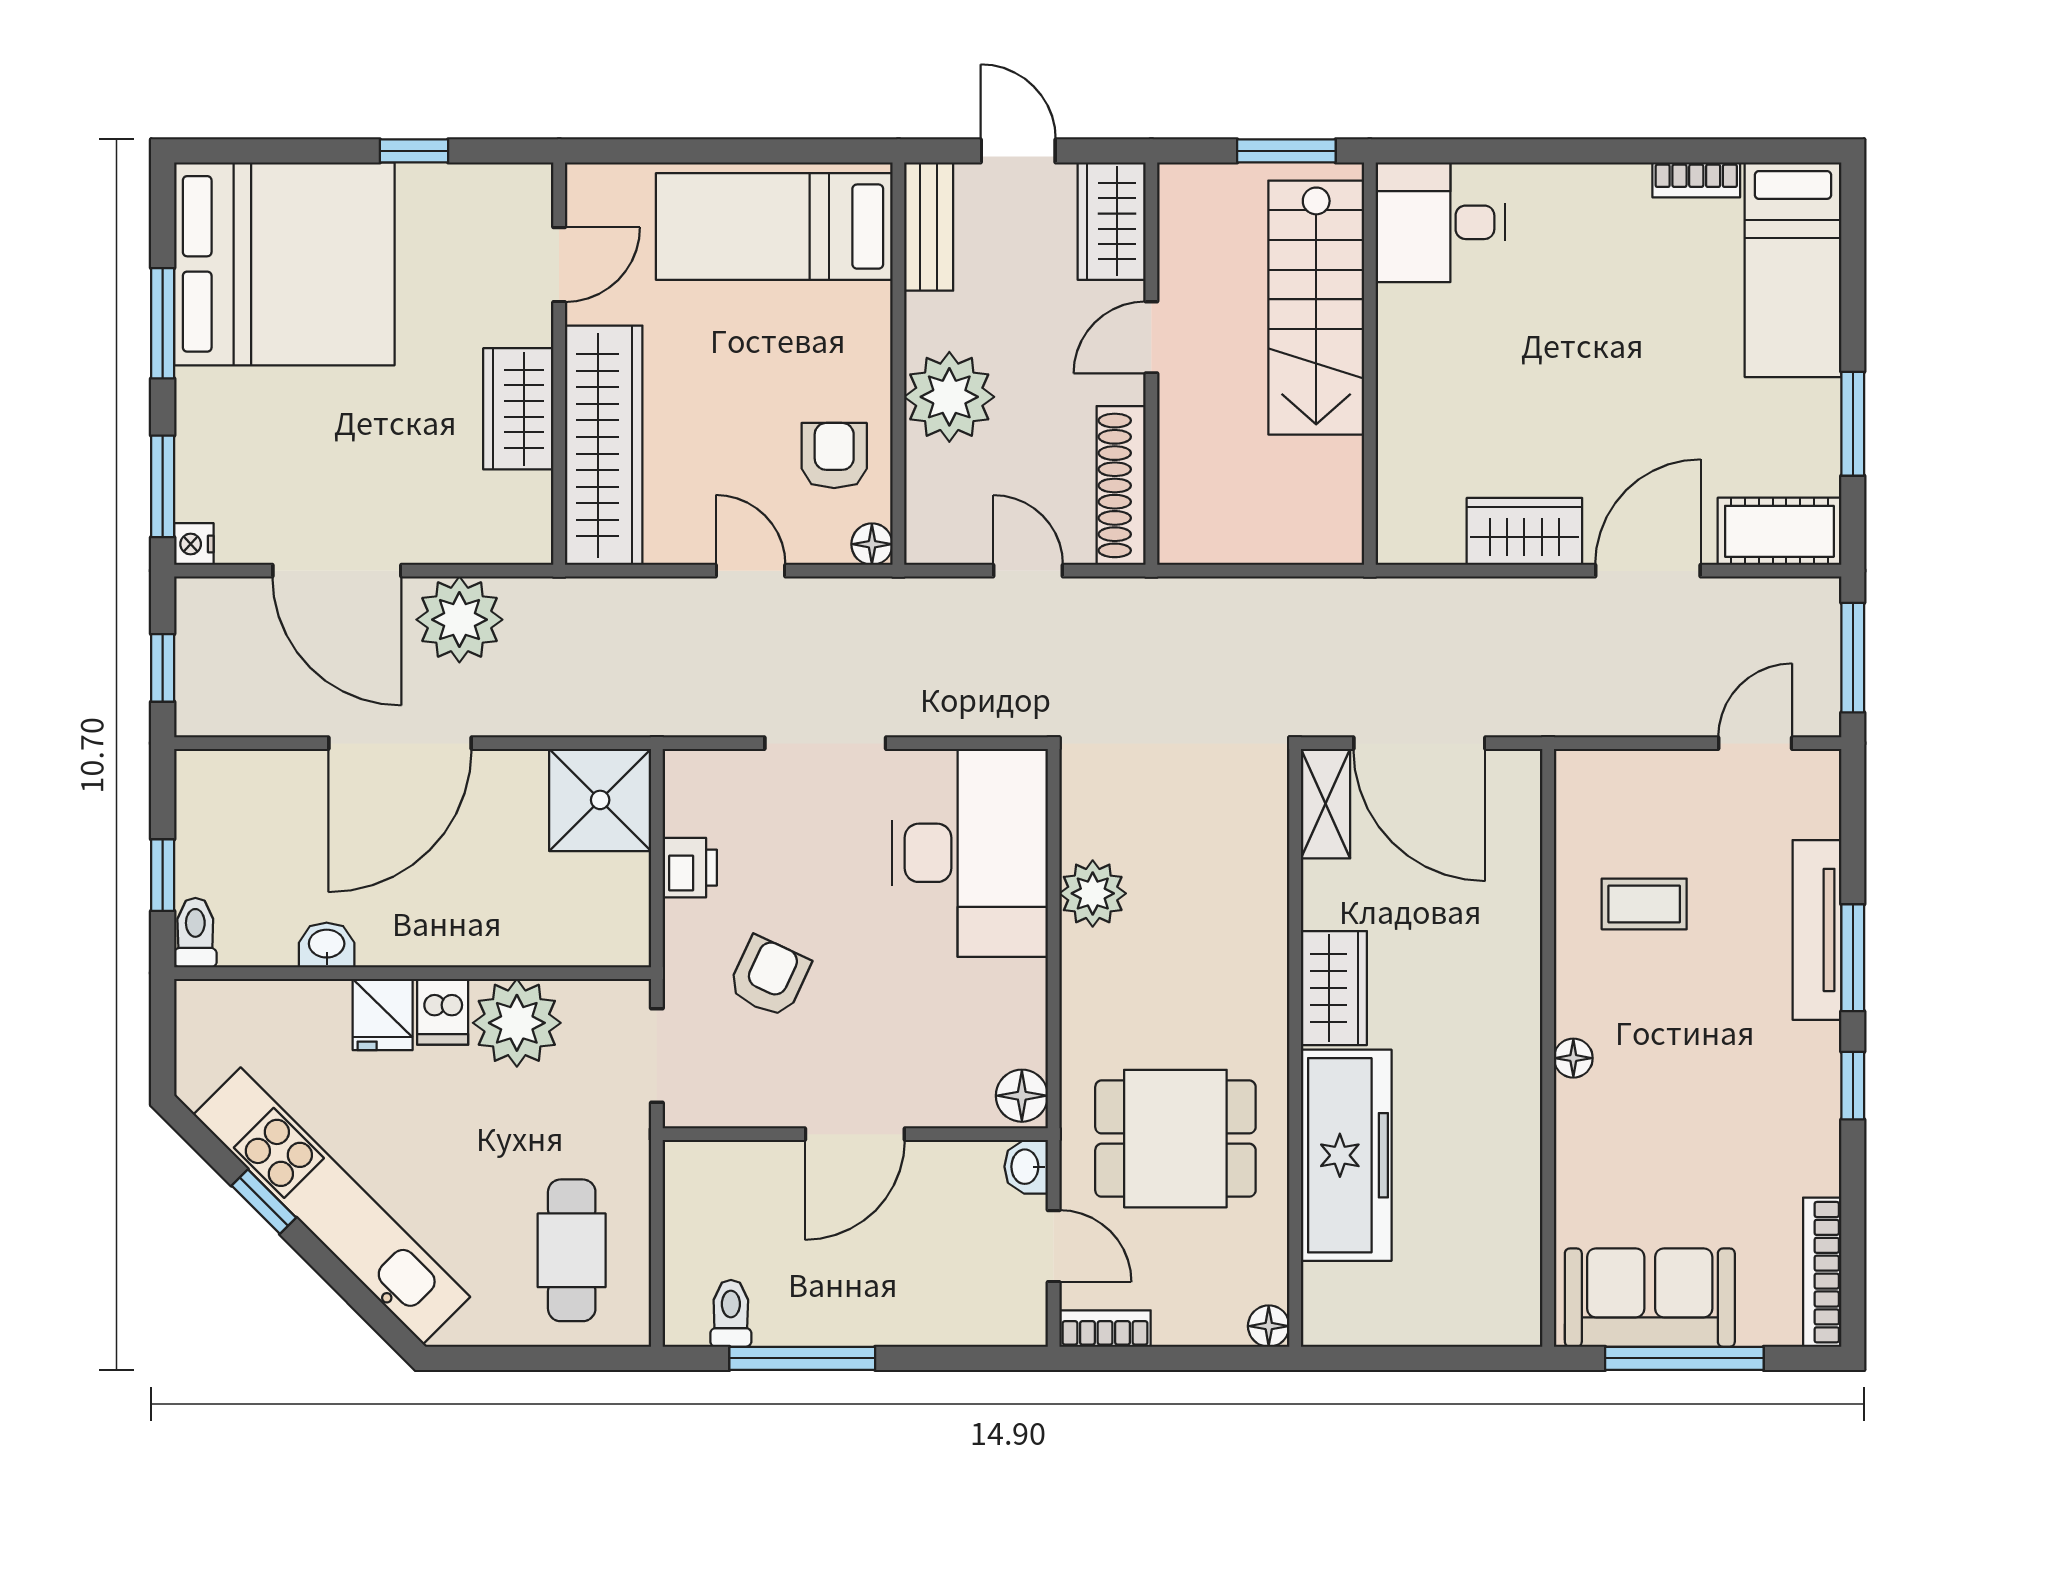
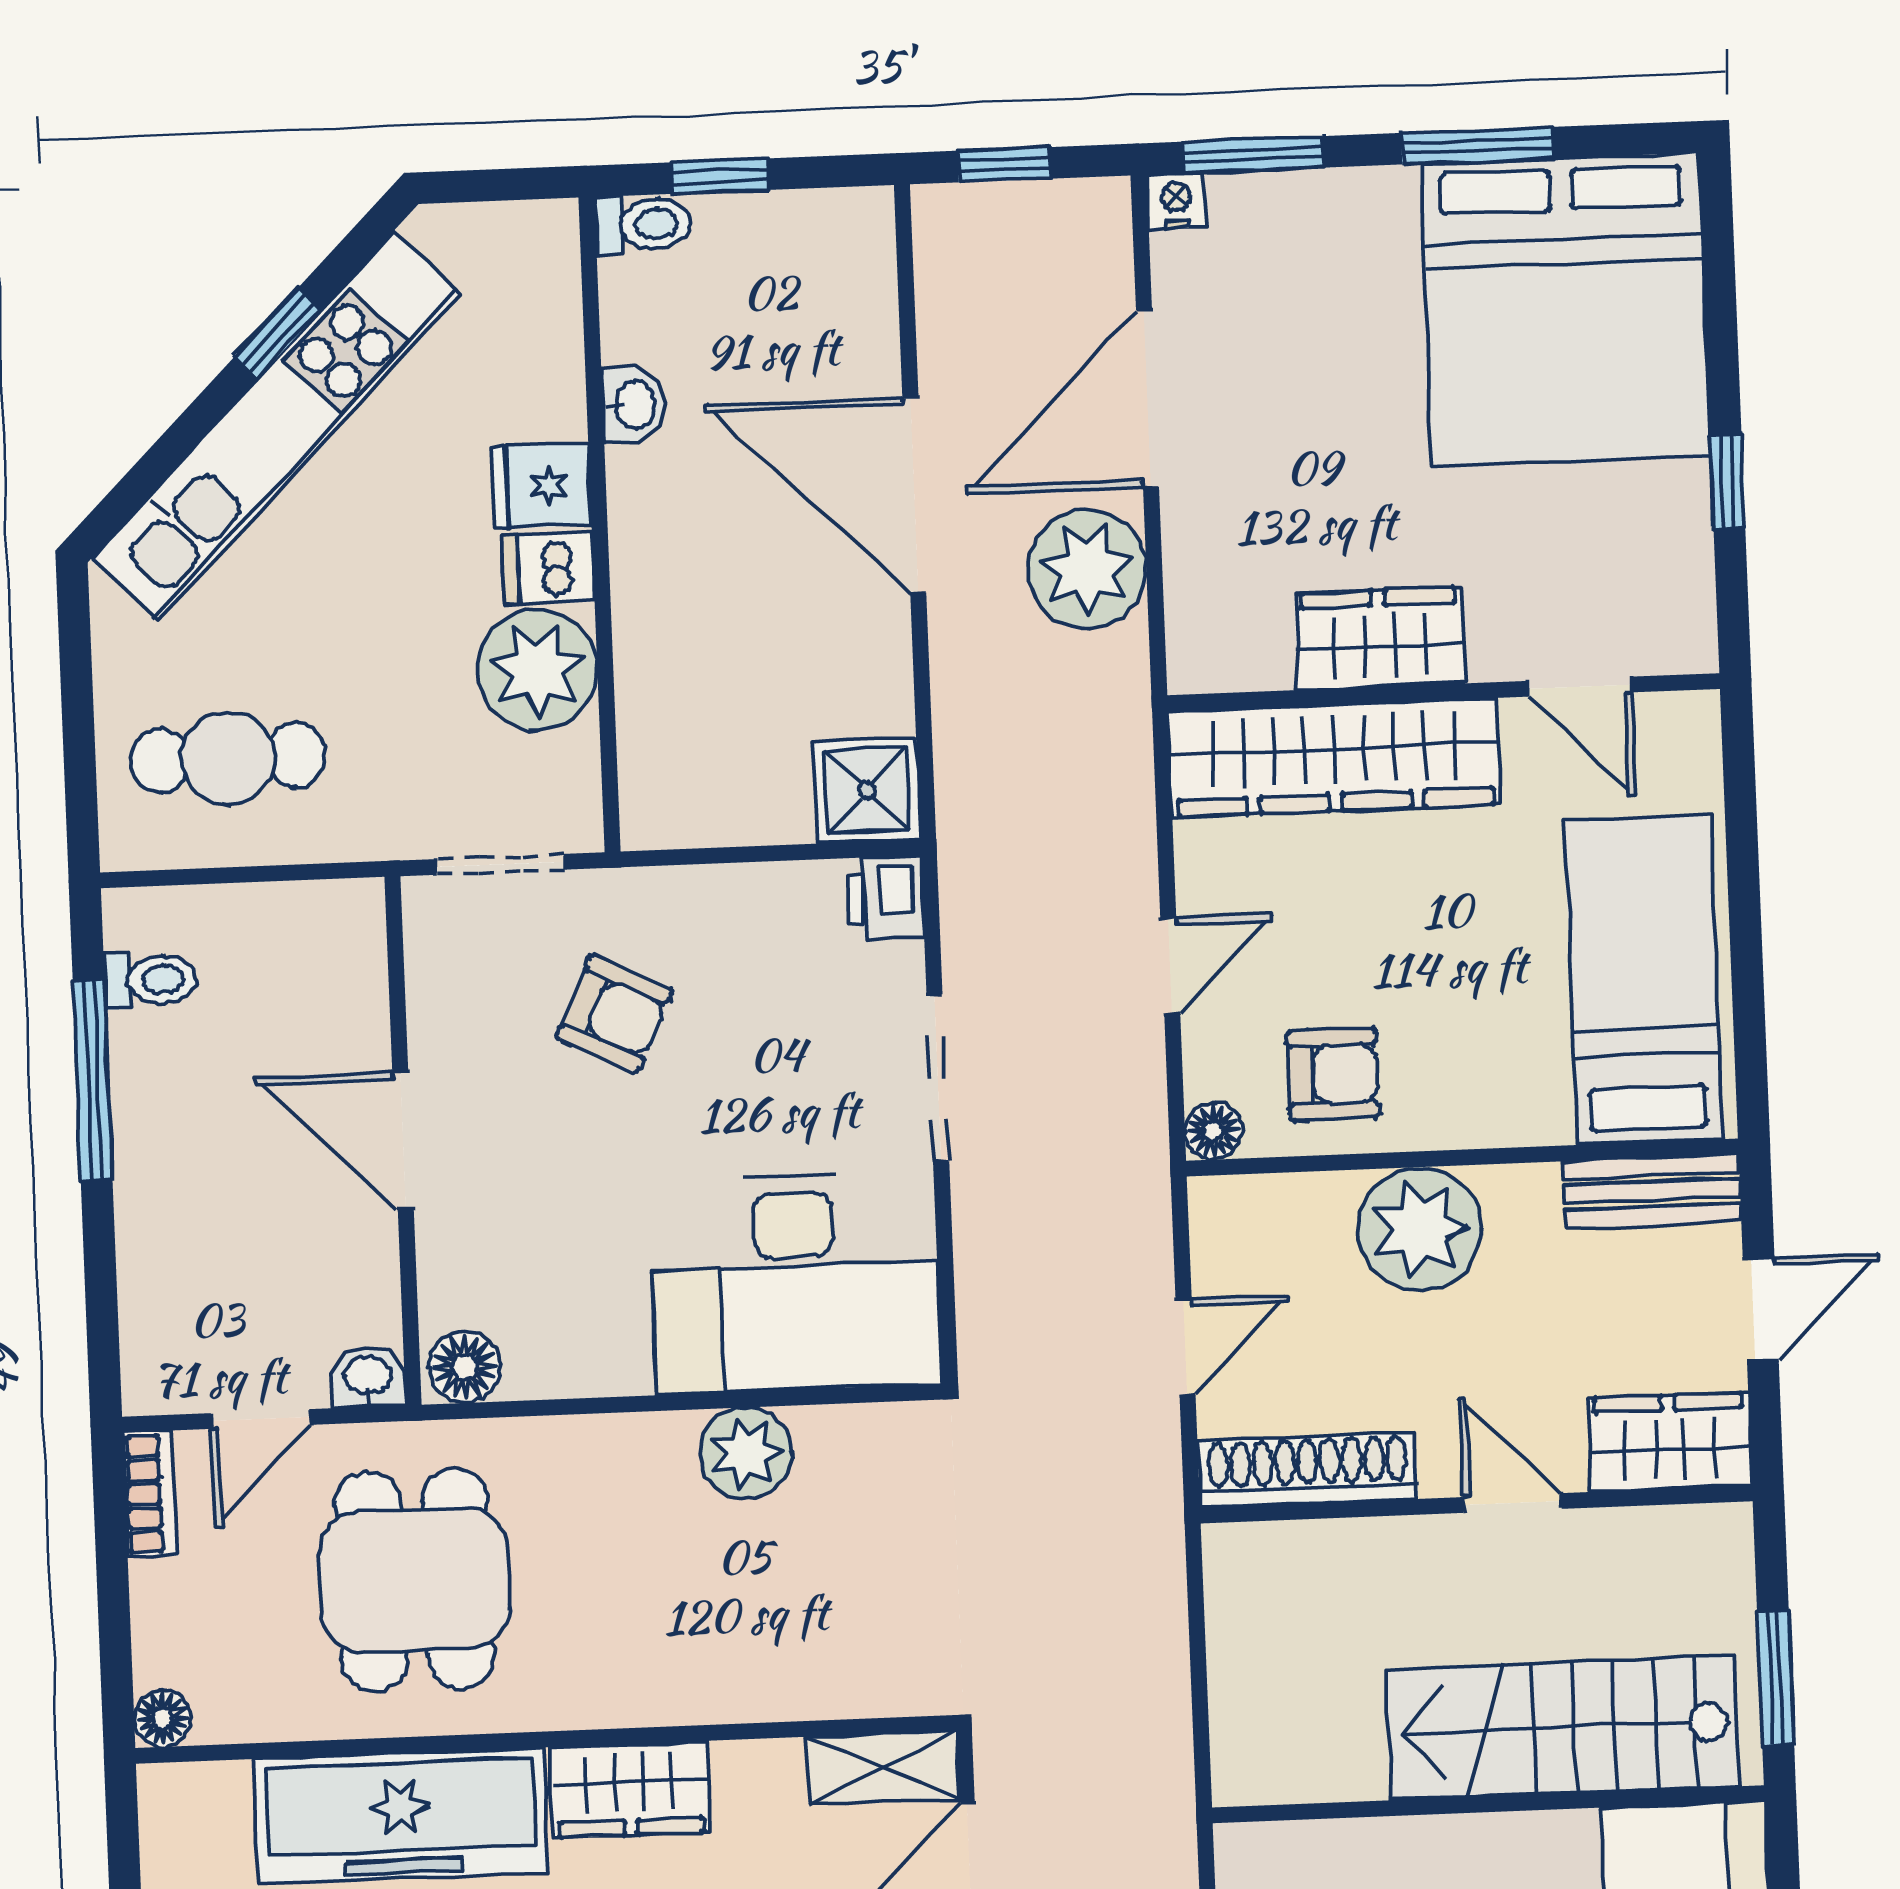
shower: (600, 800) -> (867, 790), width x0.73, depth x0.73
printer: (690, 868) -> (885, 898), moved, turned 90

